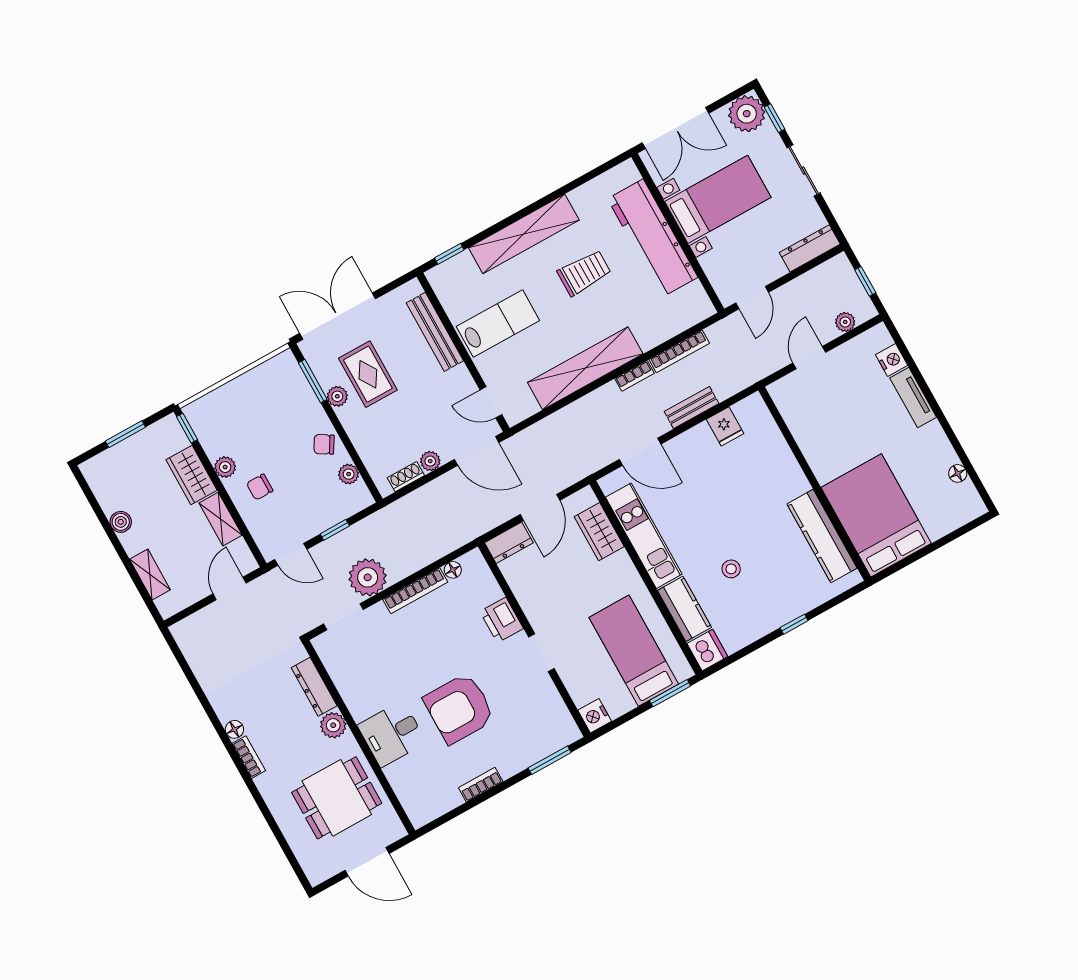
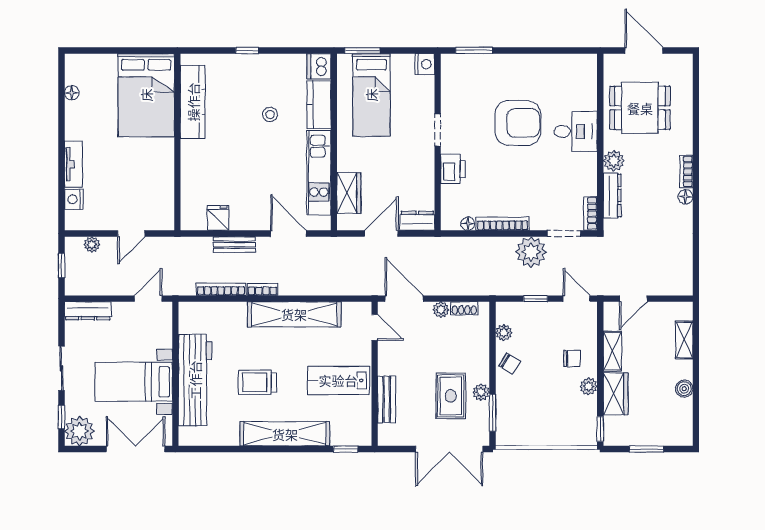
bench: (435, 332) -> (387, 399), width x0.73
bookcase: (481, 785) -> (590, 213), moved, turned 90

